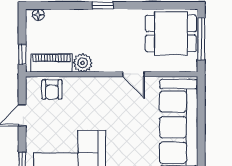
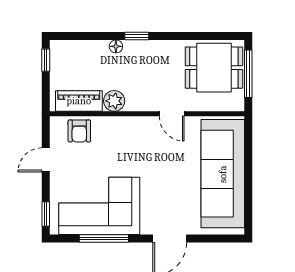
floor lamp: (38, 15) -> (116, 46), moved
window: (22, 54) -> (46, 60), moved

